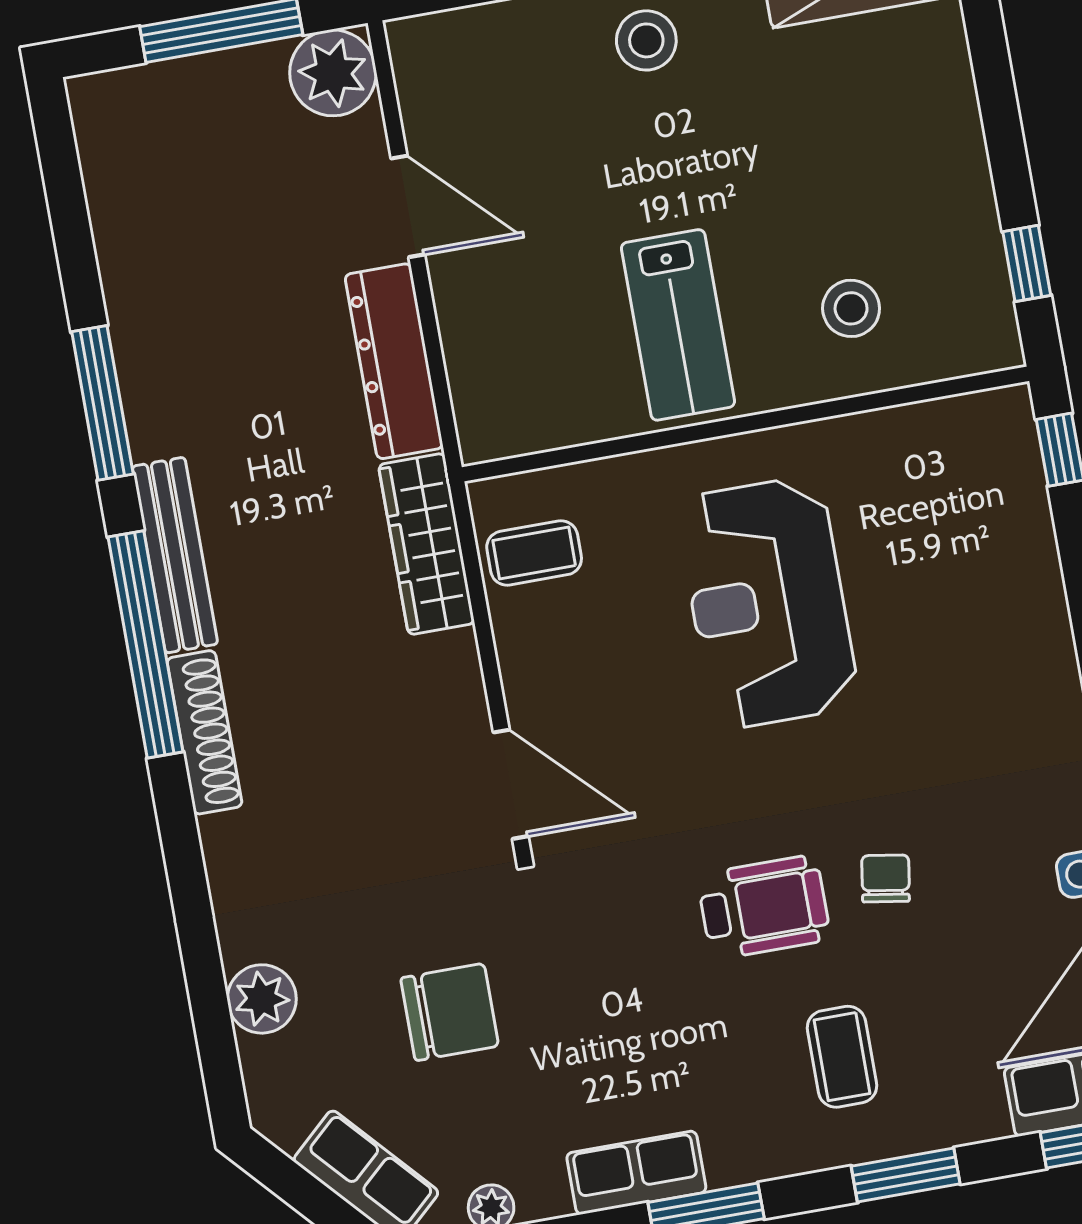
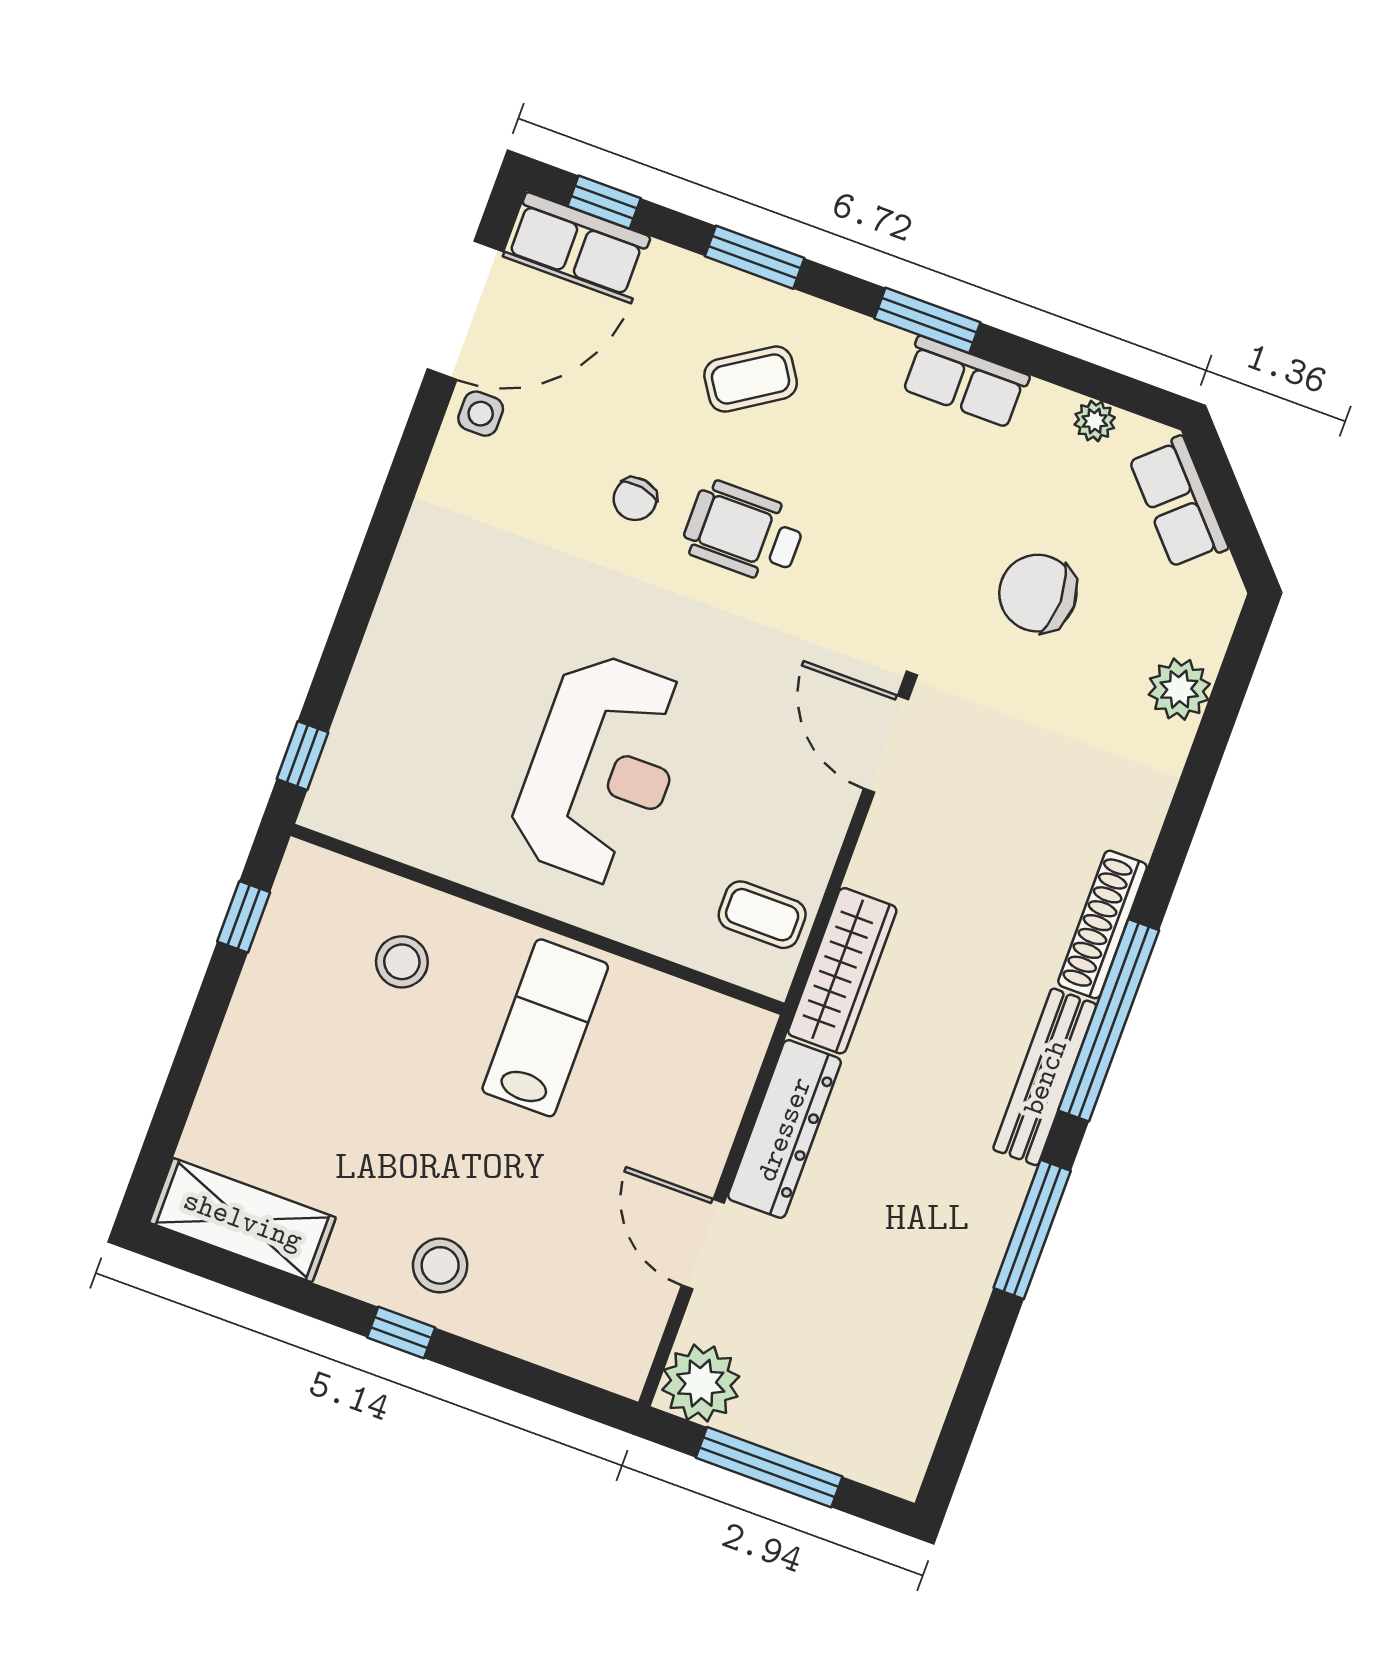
coffee table: (842, 1057) -> (751, 379), turned 57

